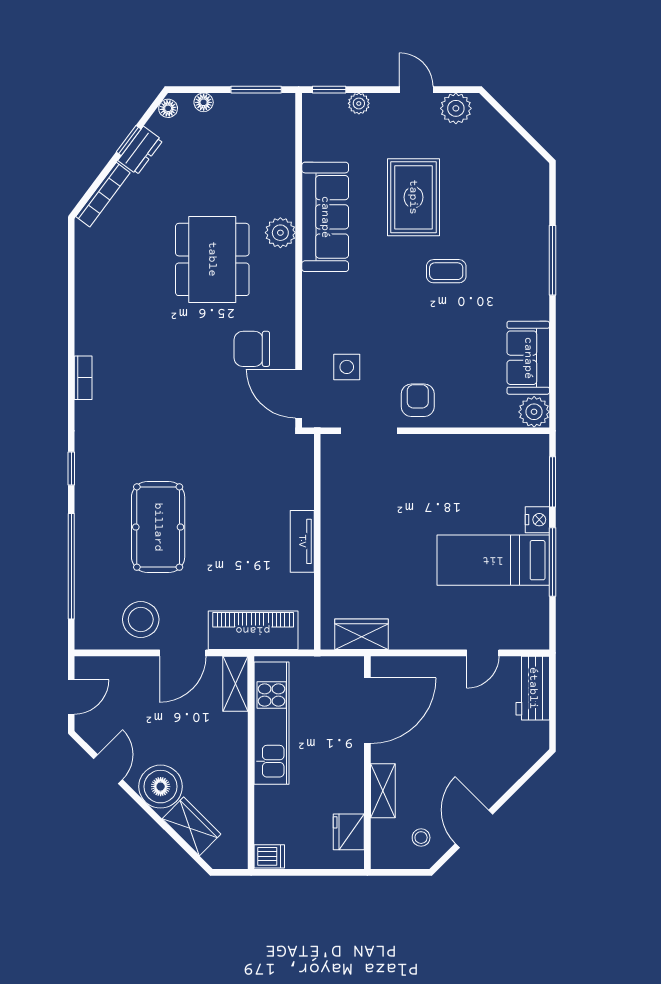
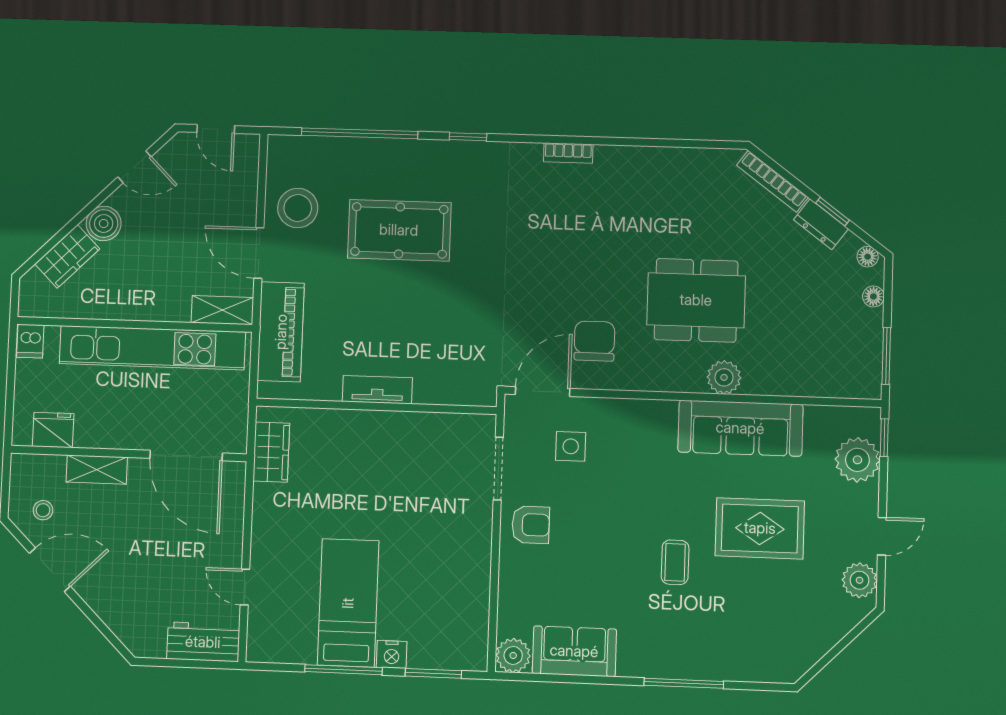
plant: (359, 103) -> (857, 460), width x1.88, depth x1.88
kitchen unit: (272, 723) -> (152, 348), width x1.36
boiler: (161, 787) -> (104, 223), width x0.73, depth x0.73

